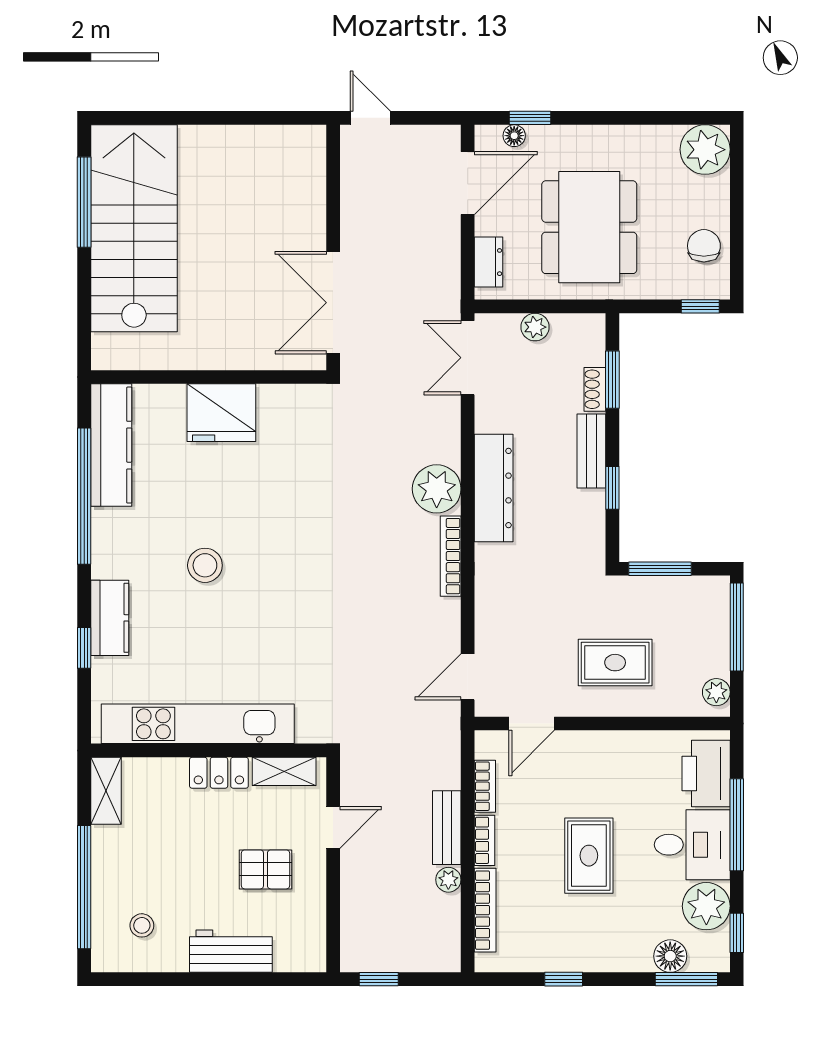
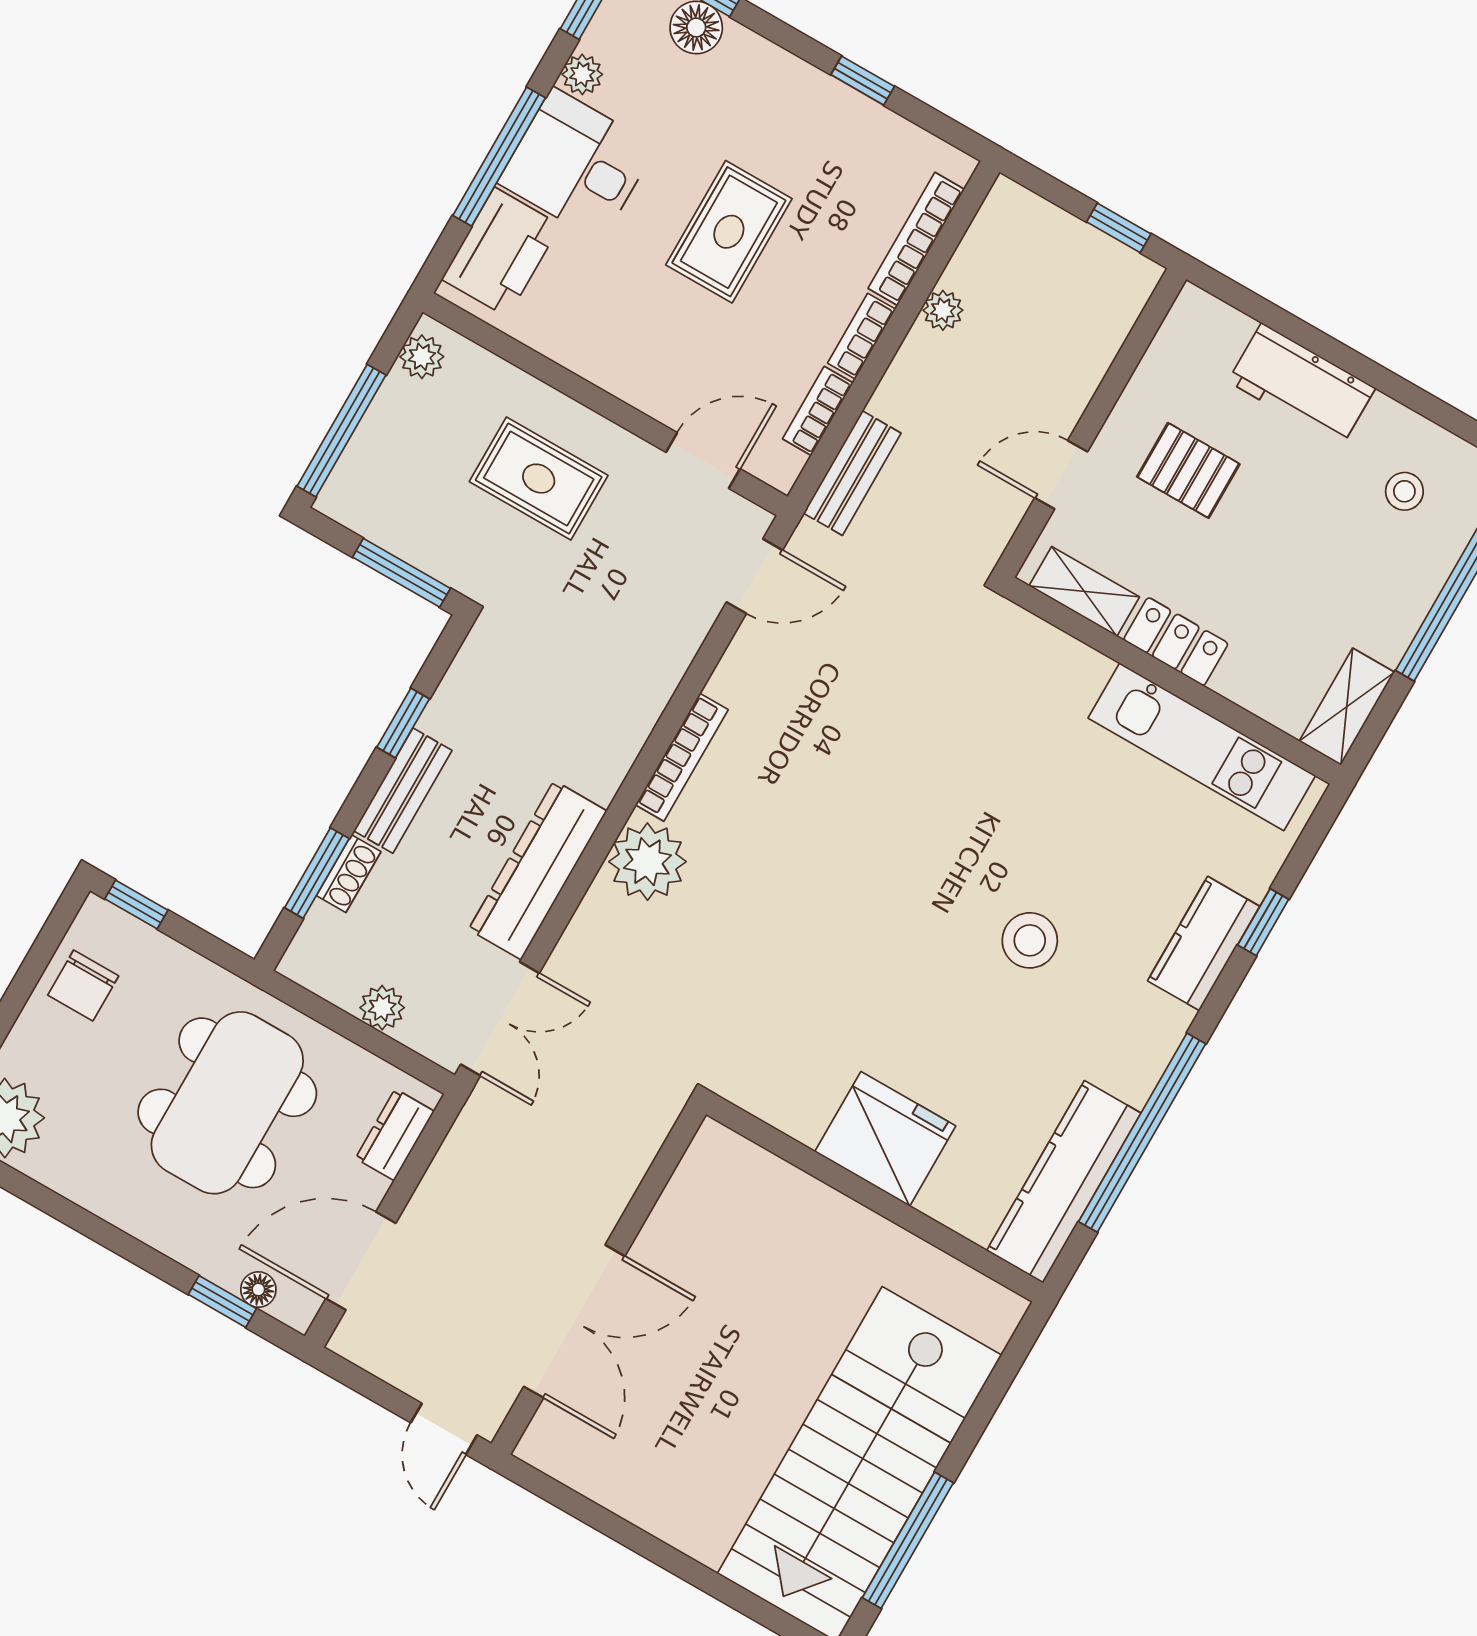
double door: (333, 303) -> (574, 1321), moved
dresser: (494, 488) -> (538, 870), moved
kitchen unit: (198, 724) -> (1202, 747), width x0.73
bench: (447, 828) -> (852, 473), moved
plant: (706, 906) -> (582, 74), width x0.53, depth x0.53

